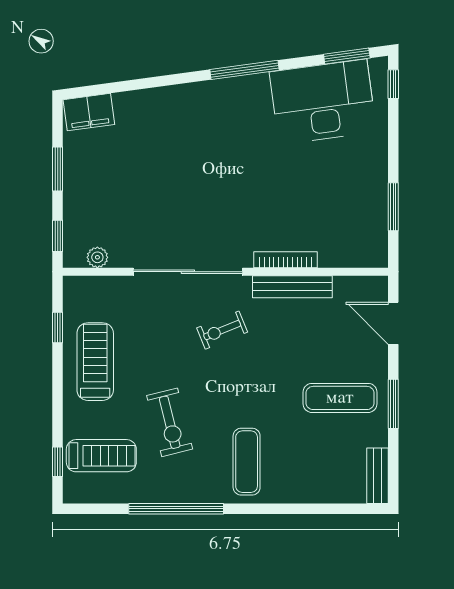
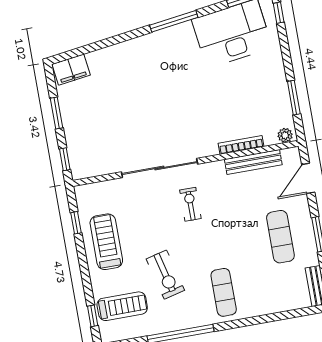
plant: (97, 257) -> (285, 135), moved
bookcase: (286, 260) -> (241, 145), moved
bench: (292, 287) -> (253, 162), moved
door: (393, 323) -> (308, 178), hinge flipped
exercise bike: (222, 330) -> (190, 204), turned 112
exercise mat: (340, 398) -> (280, 237), turned 90

